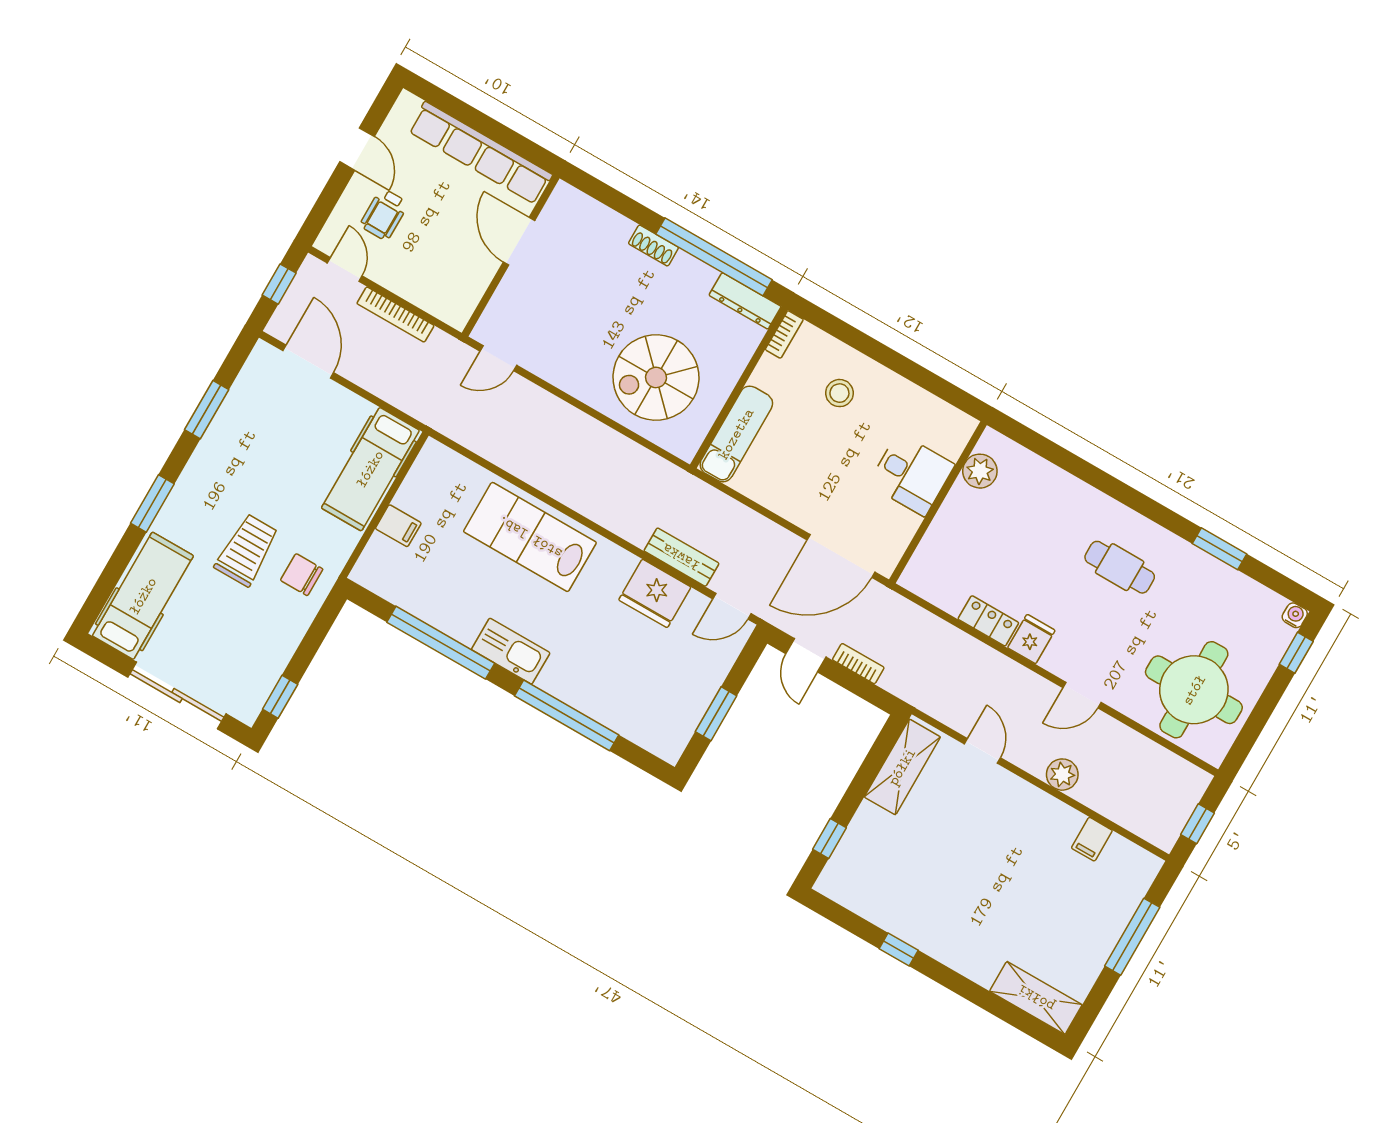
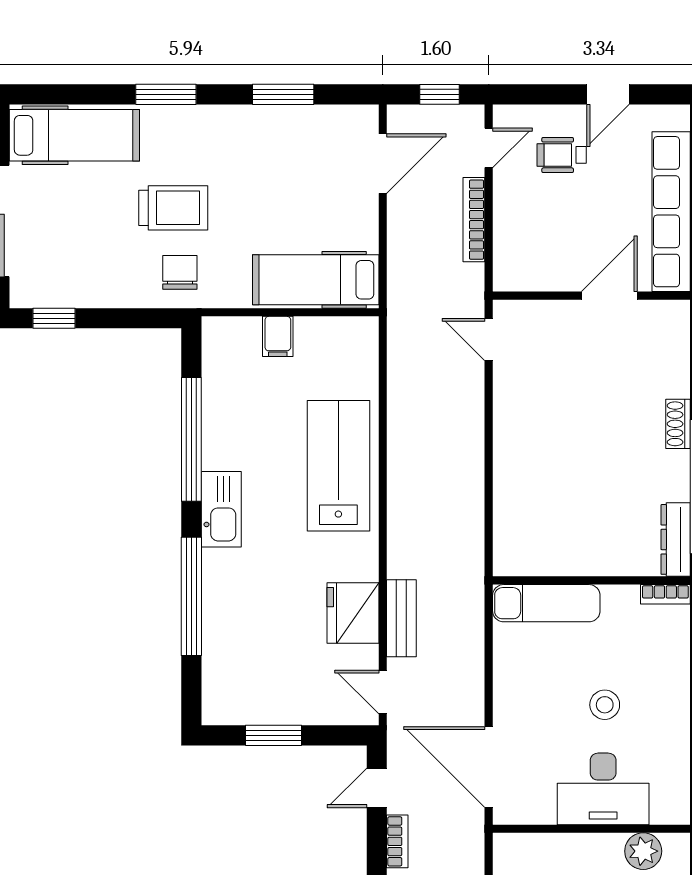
spiral stairs: (656, 377) -> (556, 498), removed
stool: (839, 393) -> (605, 705), moved
desk: (911, 474) -> (603, 789), width x1.37

